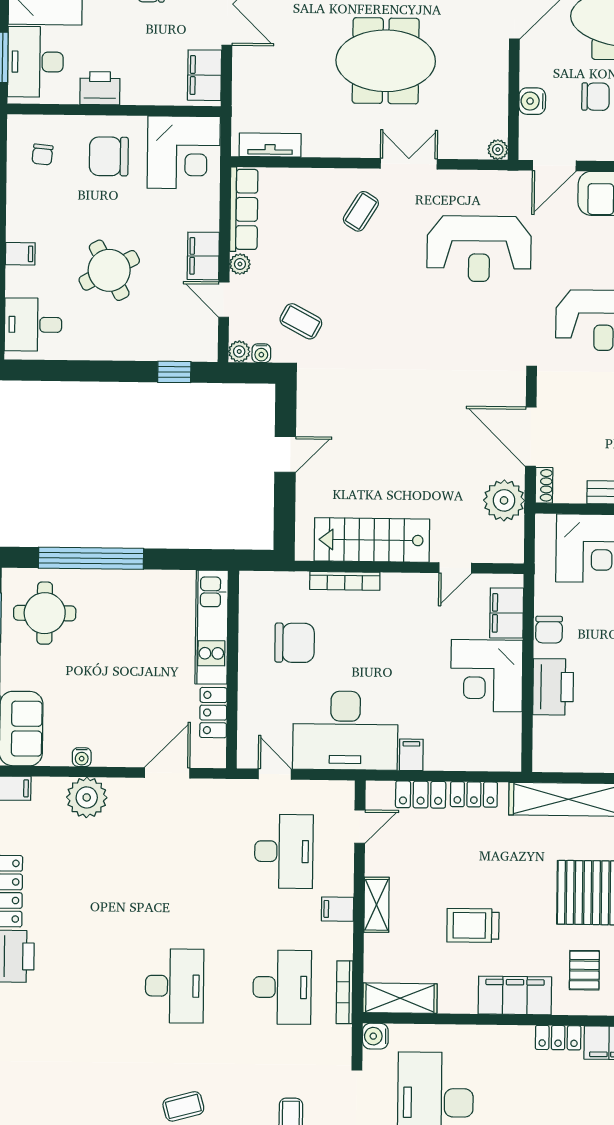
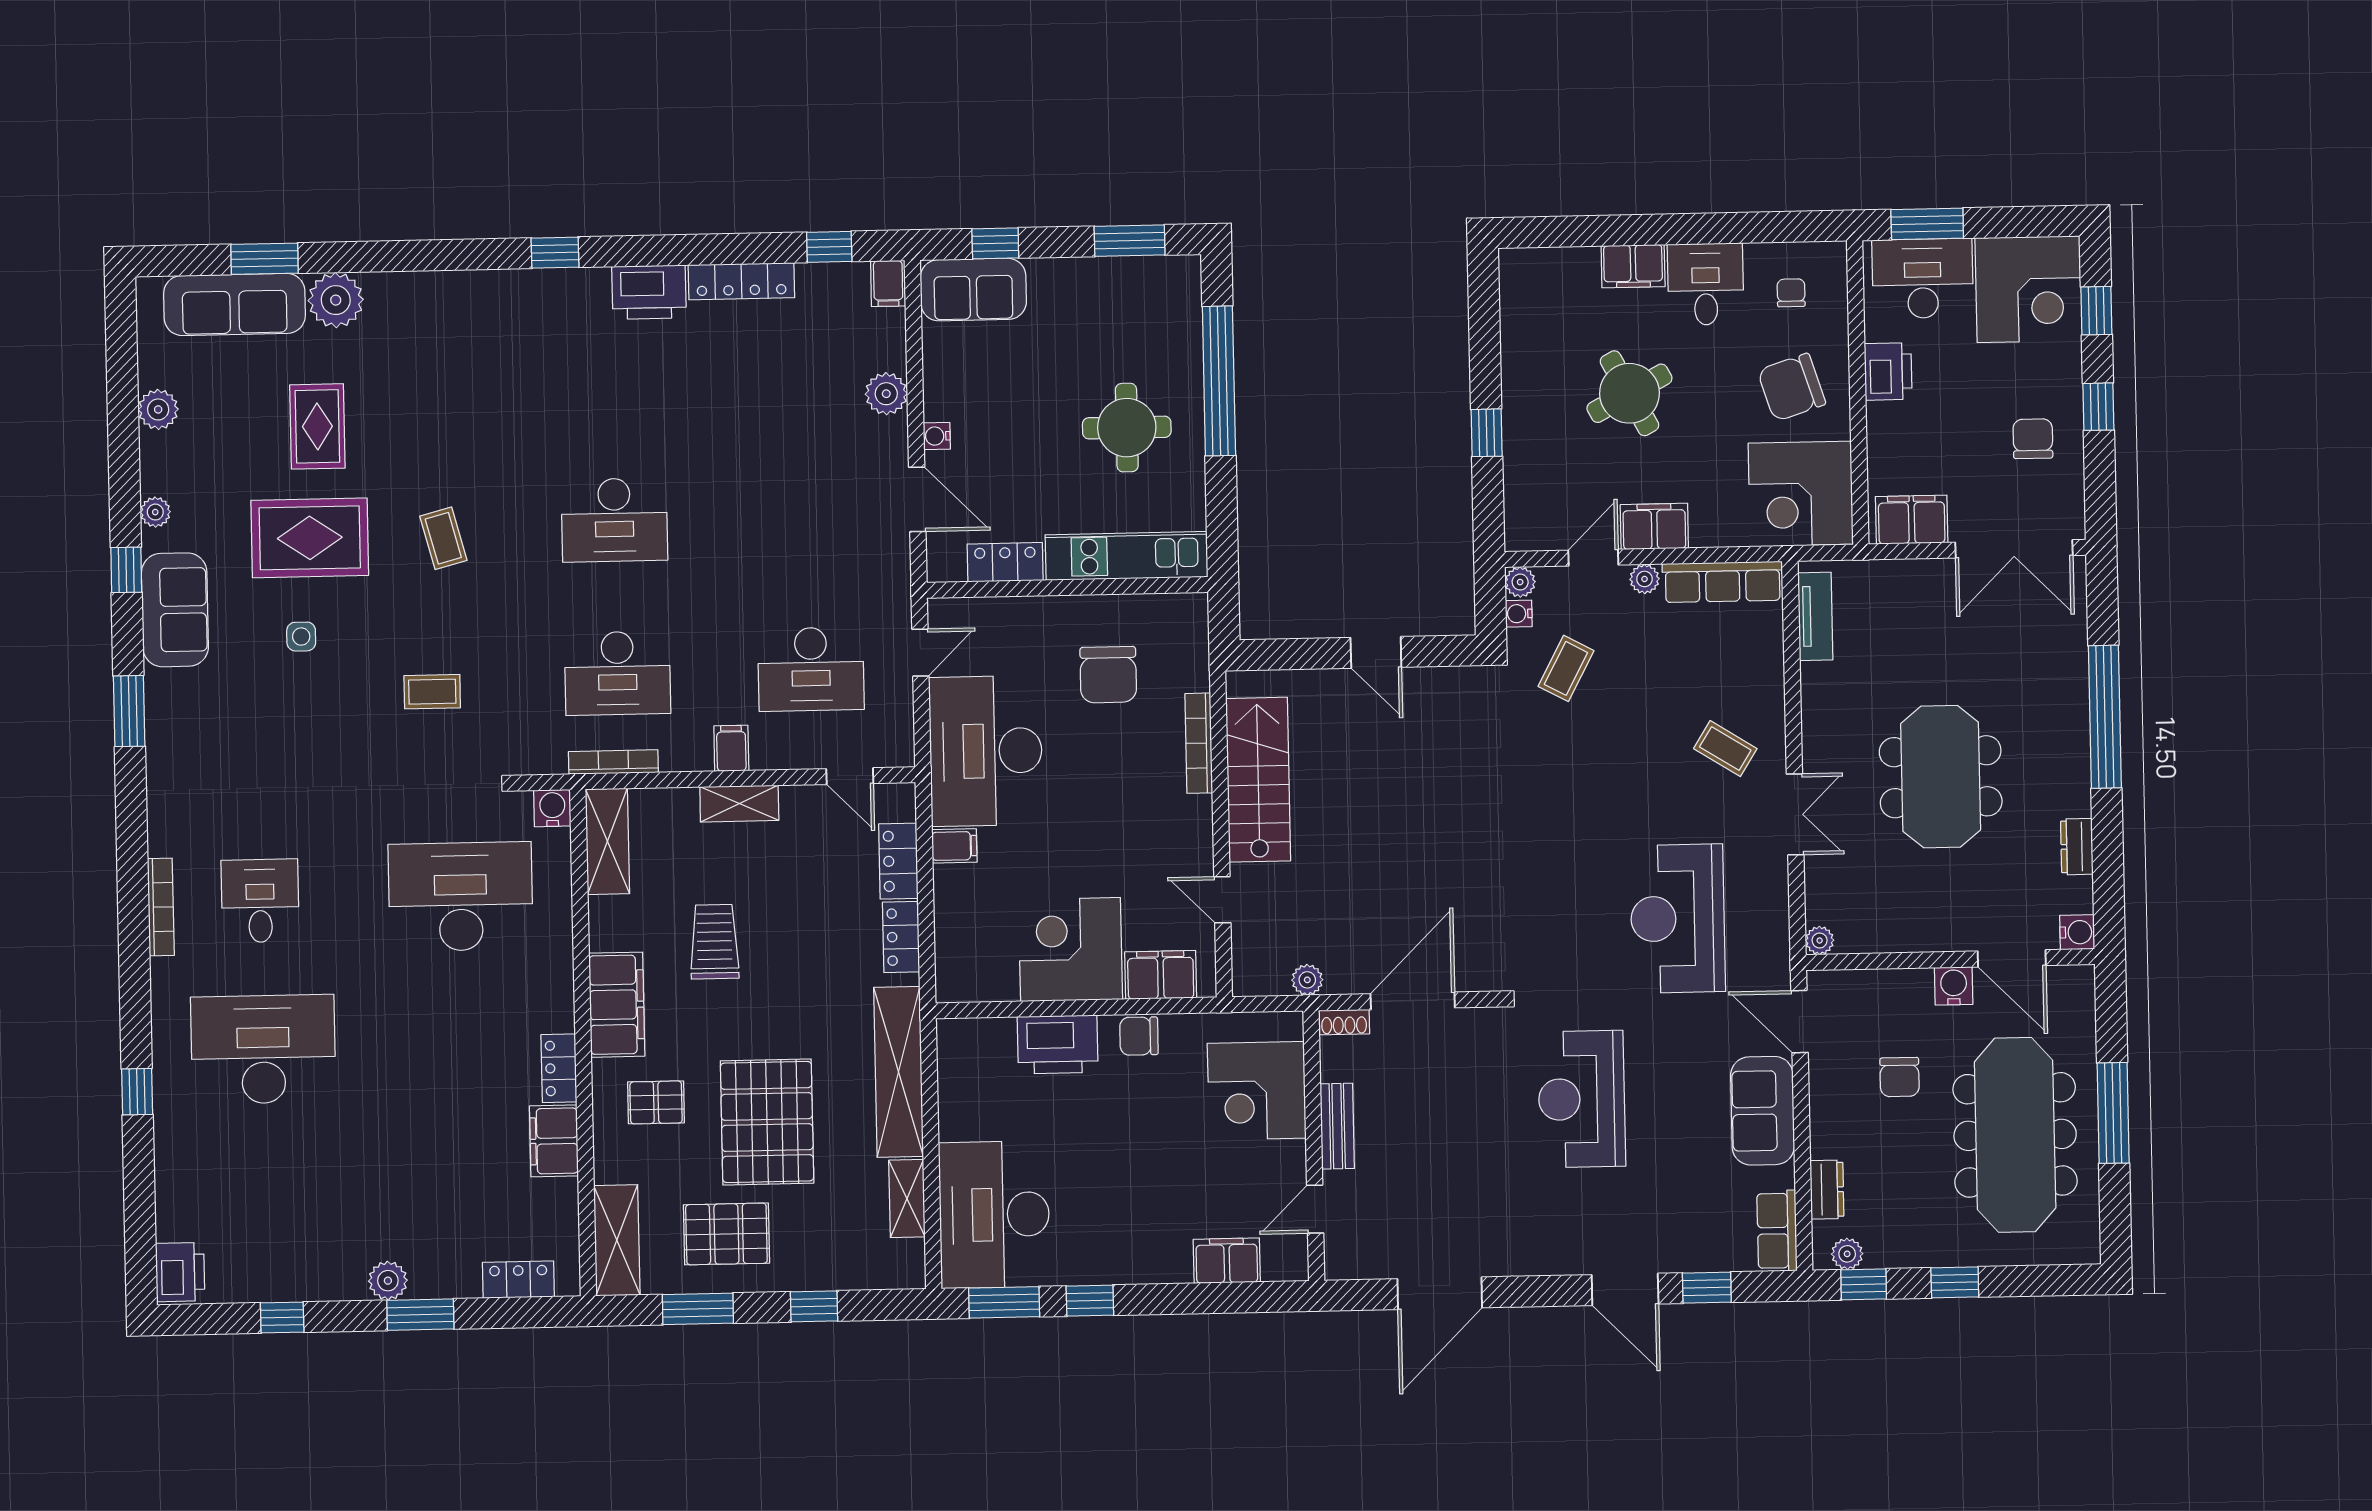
water cooler: (532, 101) -> (1954, 986), moved
chair: (42, 155) -> (1791, 293), turned 84
chair: (109, 156) -> (1792, 387), turned -108
filing cabinet: (20, 254) -> (1633, 266), width x2.00
desk: (33, 325) -> (1706, 284), moved
window: (174, 372) -> (1487, 433), moved
plant: (504, 500) -> (1307, 980), width x0.53, depth x0.53
round table: (45, 613) -> (1127, 428), moved
water cooler: (82, 757) -> (937, 436), moved
plant: (87, 797) -> (886, 394), width x0.73, depth x0.73

